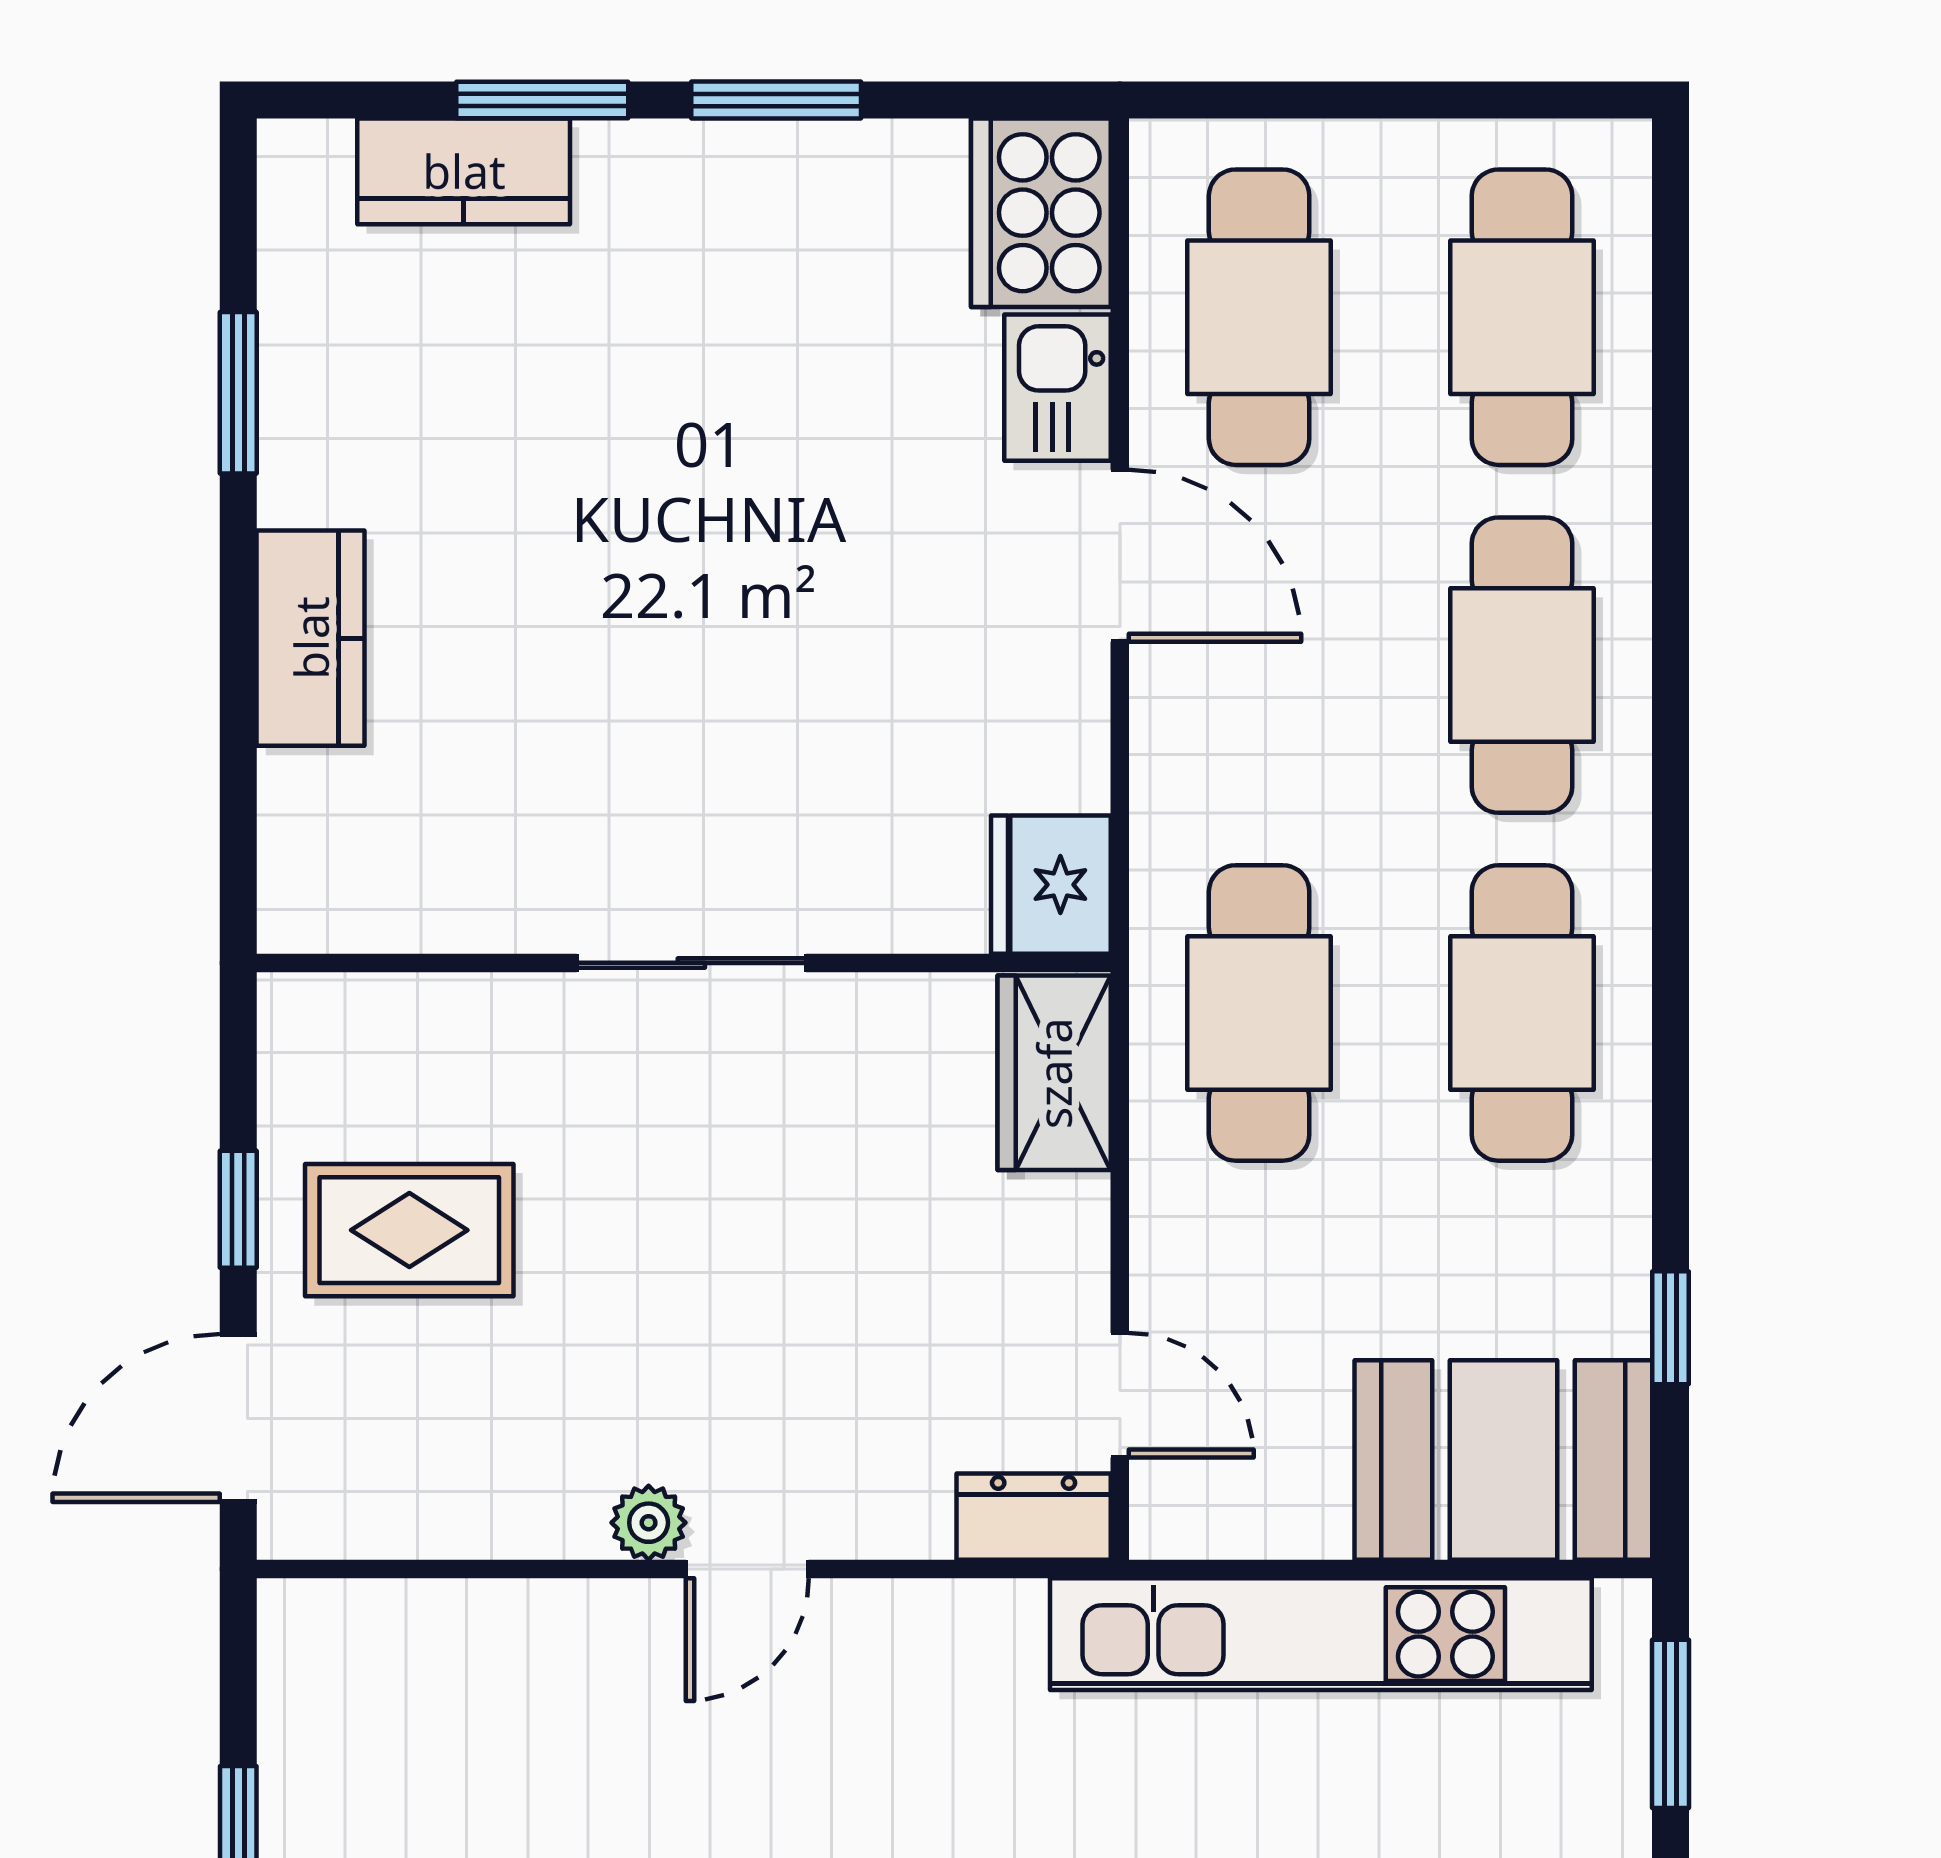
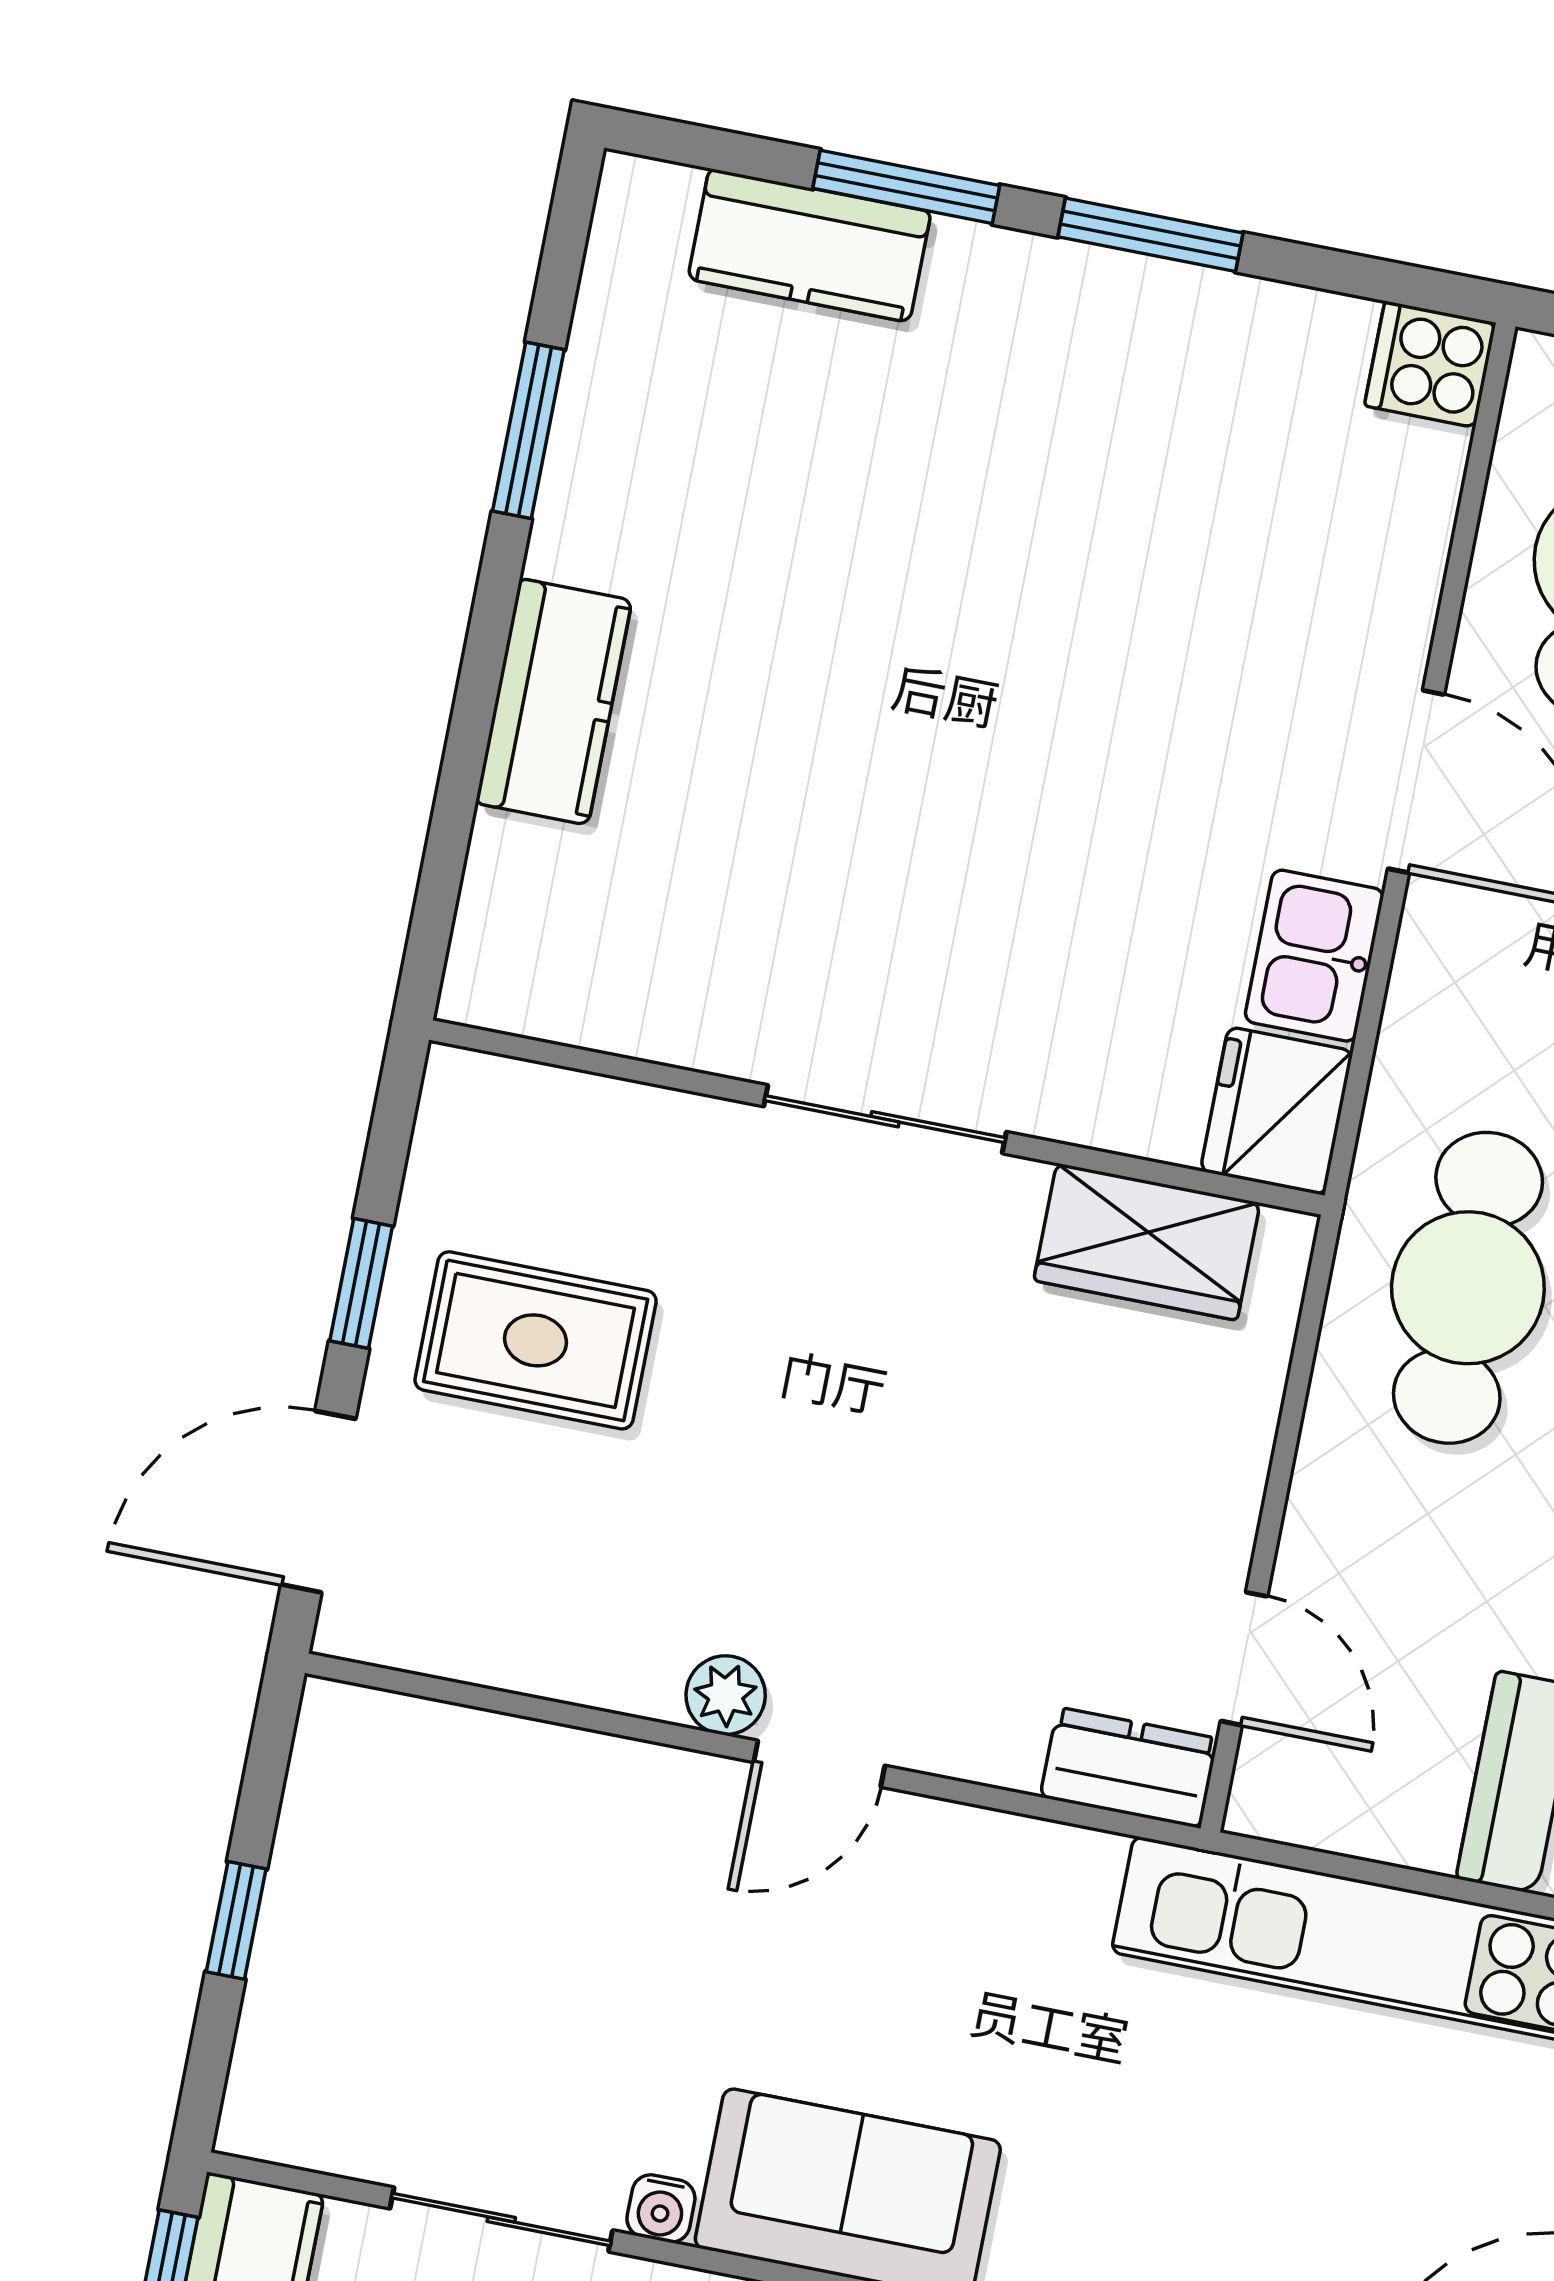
cooker: (1041, 213) -> (1430, 364), width x0.53, depth x0.76
kitchen sink: (1057, 388) -> (1314, 956), moved
wardrobe: (1054, 1073) -> (1147, 1242), moved, turned -90

